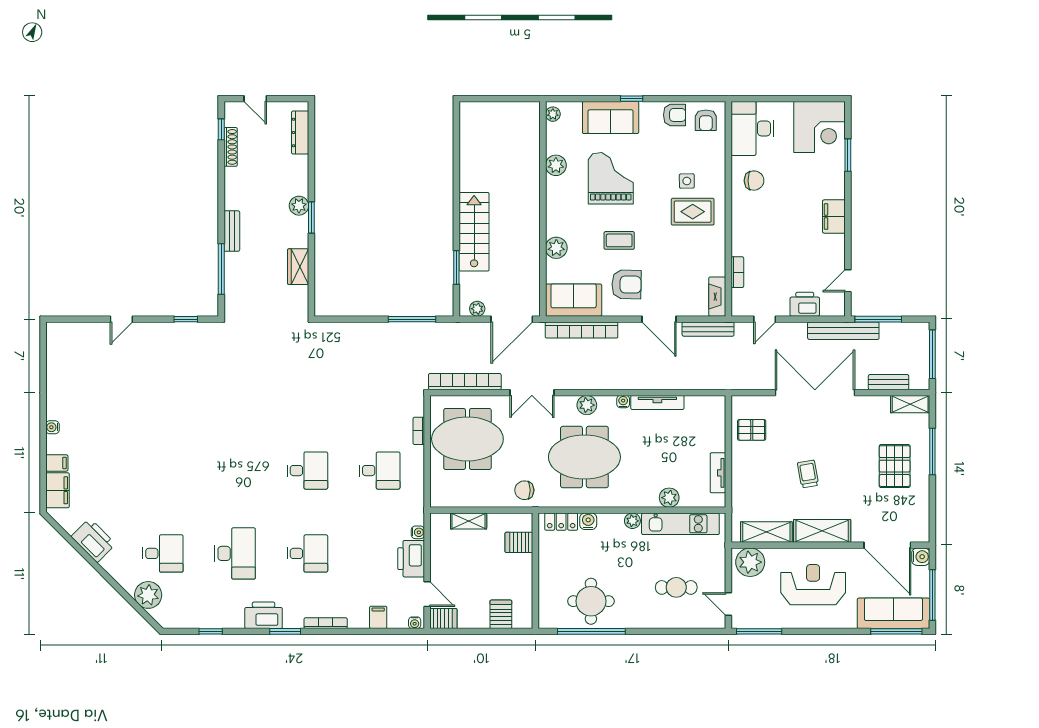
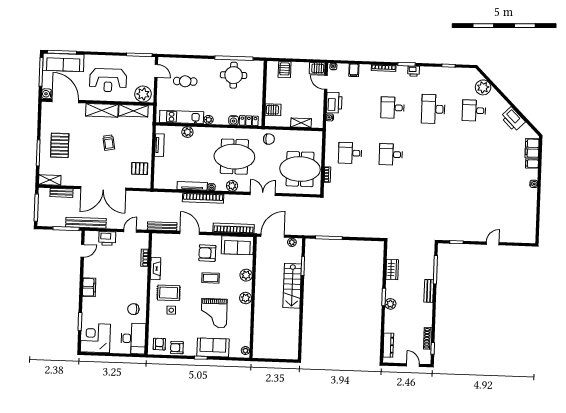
plant: (556, 165) -> (246, 298), moved
fireplace: (717, 297) -> (156, 269), moved
bookcase: (465, 382) -> (203, 198), moved
printer: (264, 615) -> (414, 71), width x0.53, depth x0.68

